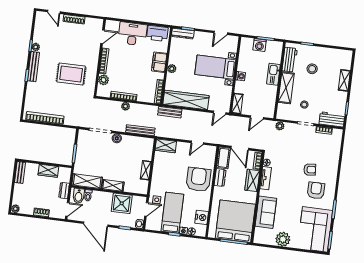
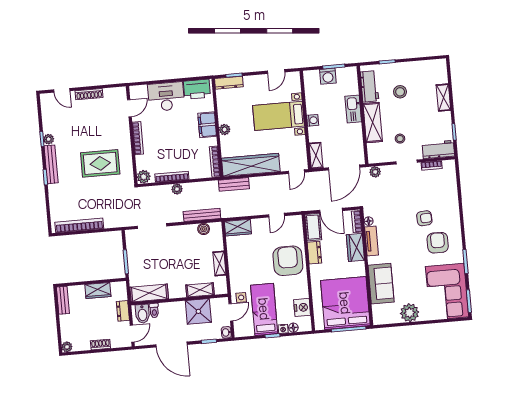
plant: (104, 80) -> (144, 177), moved
door: (257, 117) -> (344, 167), width x1.87
boiler: (117, 138) -> (204, 229), moved
shelving: (113, 185) -> (200, 290), moved

